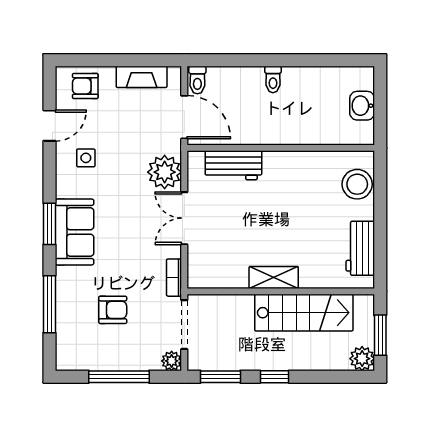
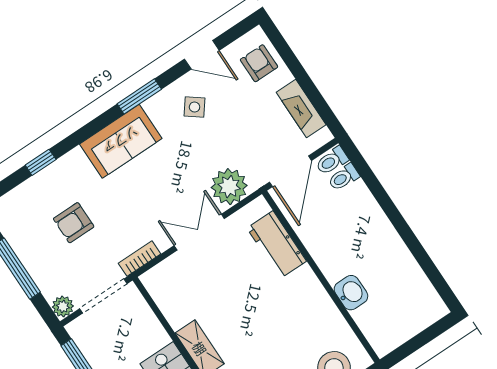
toilet: (273, 79) -> (344, 177), moved
washbasin: (362, 106) -> (351, 293), moved, turned 90
side table: (86, 158) -> (195, 107), turned 37
window: (49, 224) -> (139, 96), moved
window: (49, 304) -> (41, 162), width x0.46
armchair: (113, 310) -> (74, 223), turned 90

